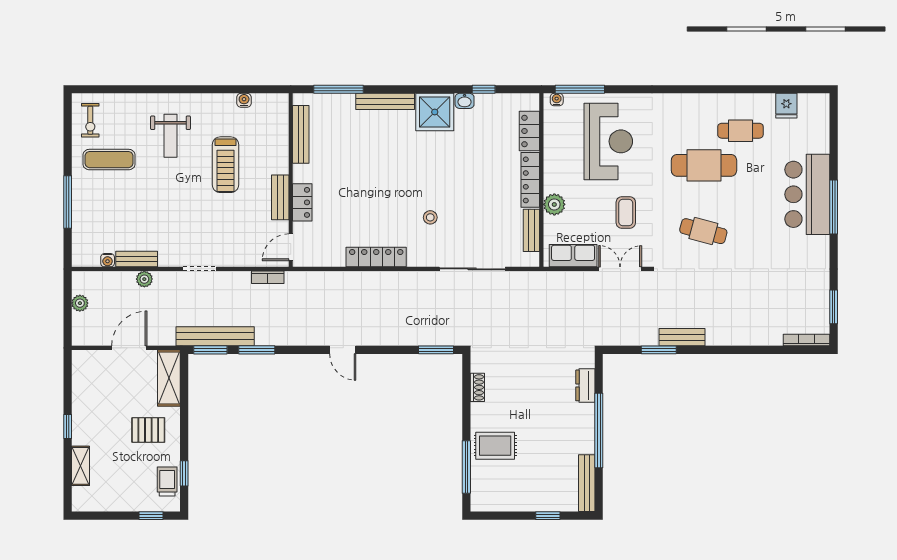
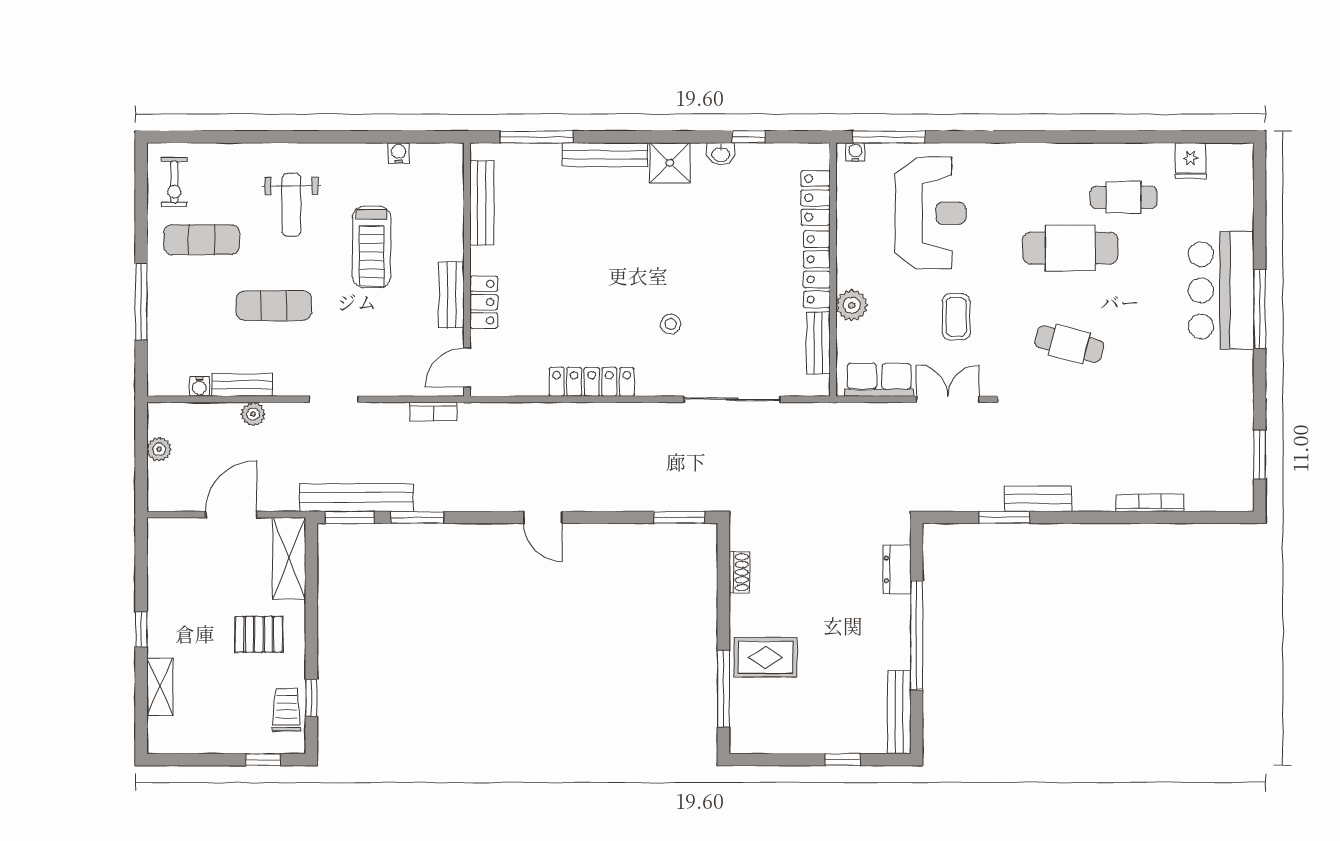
shower: (435, 112) -> (670, 163), width x0.73, depth x0.73
exercise mat: (159, 205) -> (274, 306), added
bookcase: (806, 340) -> (1150, 503), moved

